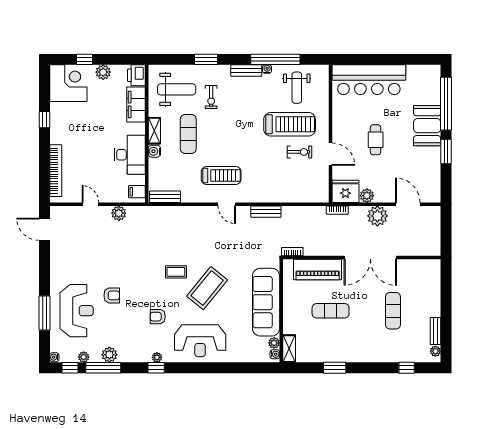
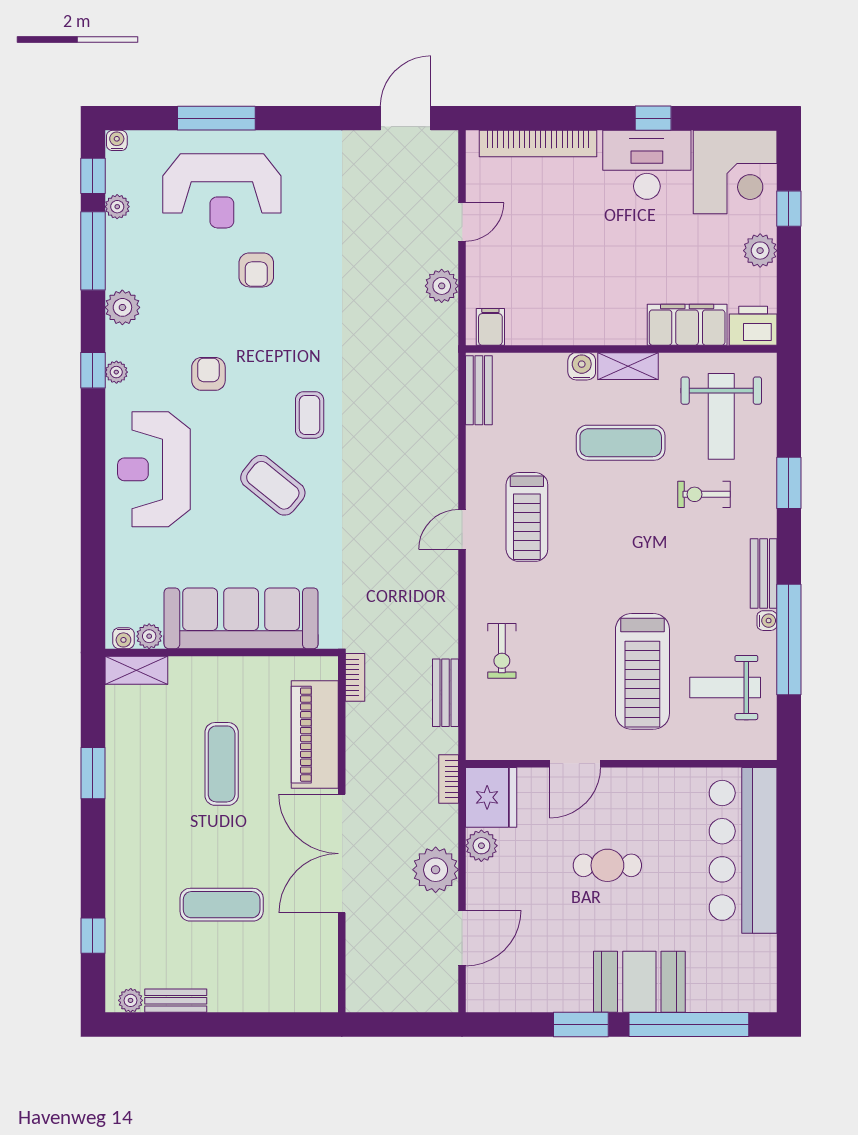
exercise bike: (300, 152) -> (502, 651), moved
desk: (130, 155) -> (647, 165), moved, turned 180
bench: (266, 212) -> (445, 693), moved
coffee table: (207, 288) -> (273, 485), width x0.73, depth x0.76
plant: (109, 355) -> (122, 307), moved

